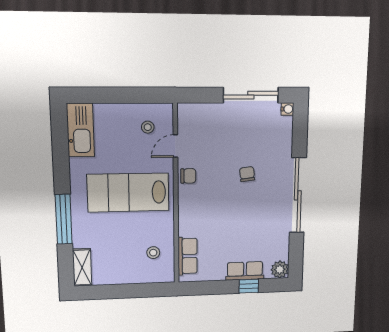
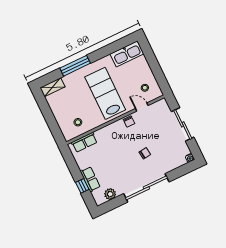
sliding door: (251, 95) -> (183, 124), moved
plant: (280, 269) -> (110, 194), moved

